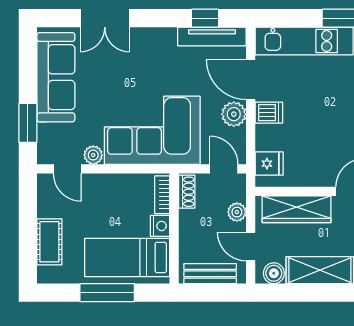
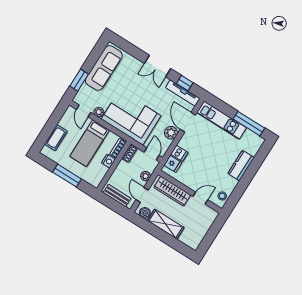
double door: (105, 18) -> (158, 66), moved
dishwasher: (269, 113) -> (179, 153), moved
bed: (127, 257) -> (90, 143), moved, turned -90

